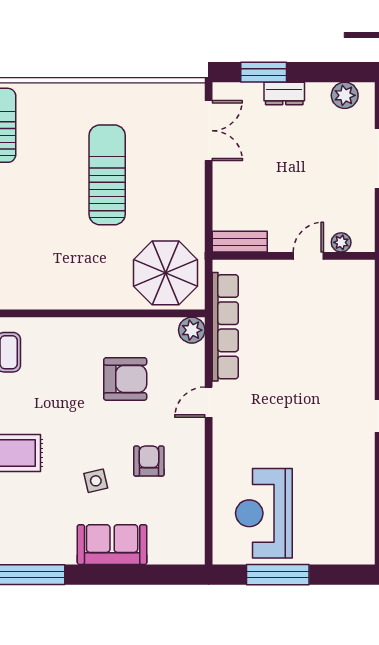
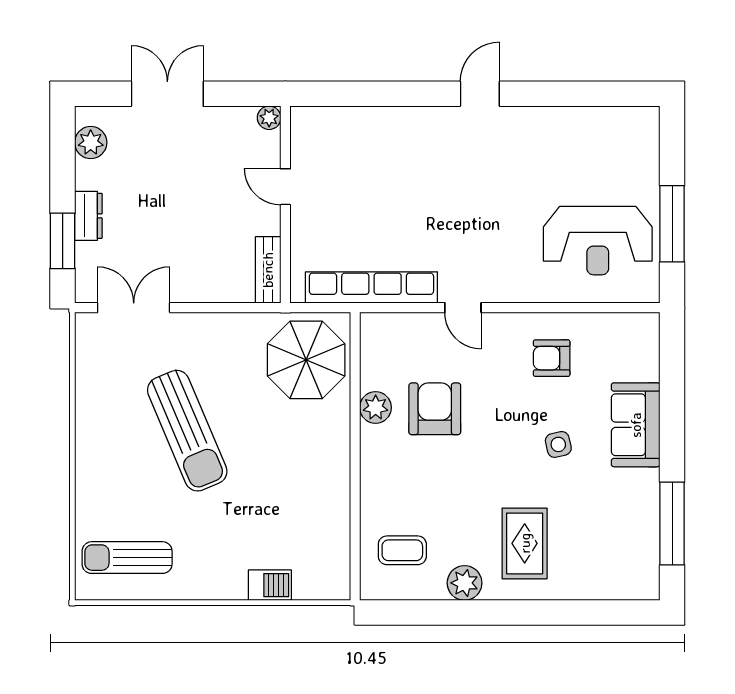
sun lounger: (107, 175) -> (187, 431), turned -113
plant: (341, 242) -> (269, 118), moved
plant: (192, 330) -> (376, 408), moved
armchair: (149, 461) -> (552, 358), moved

